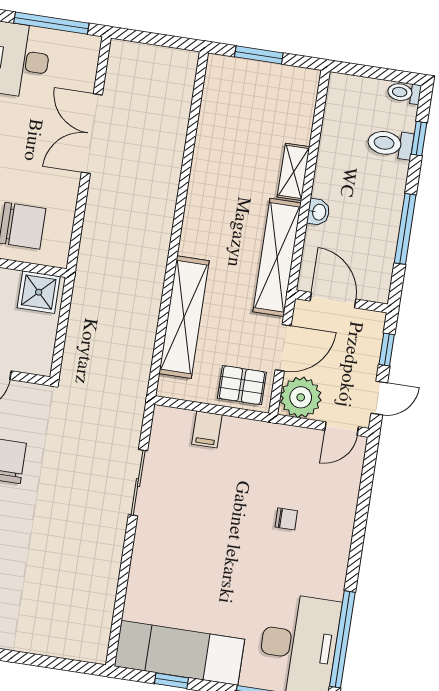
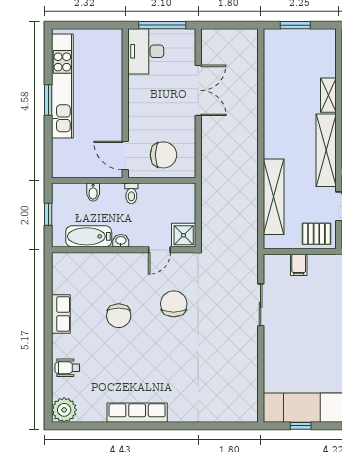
double door: (92, 134) -> (198, 90), swing flipped
shower: (39, 292) -> (184, 235), moved

